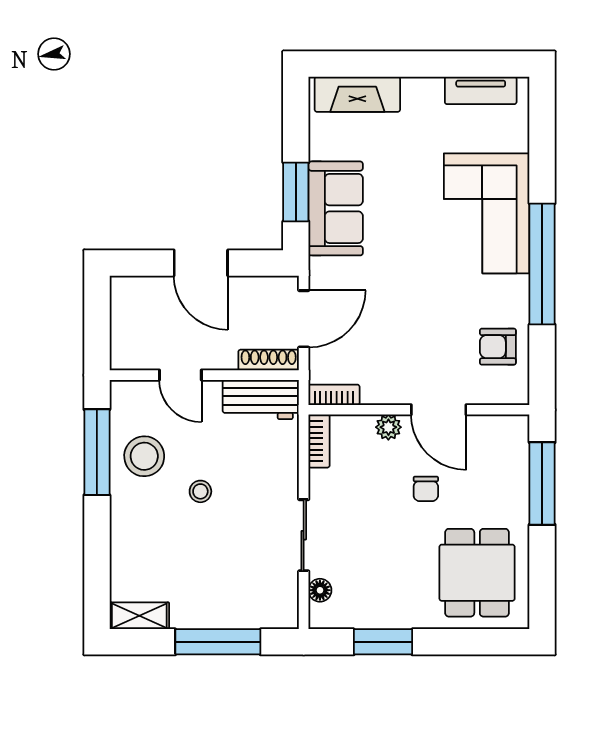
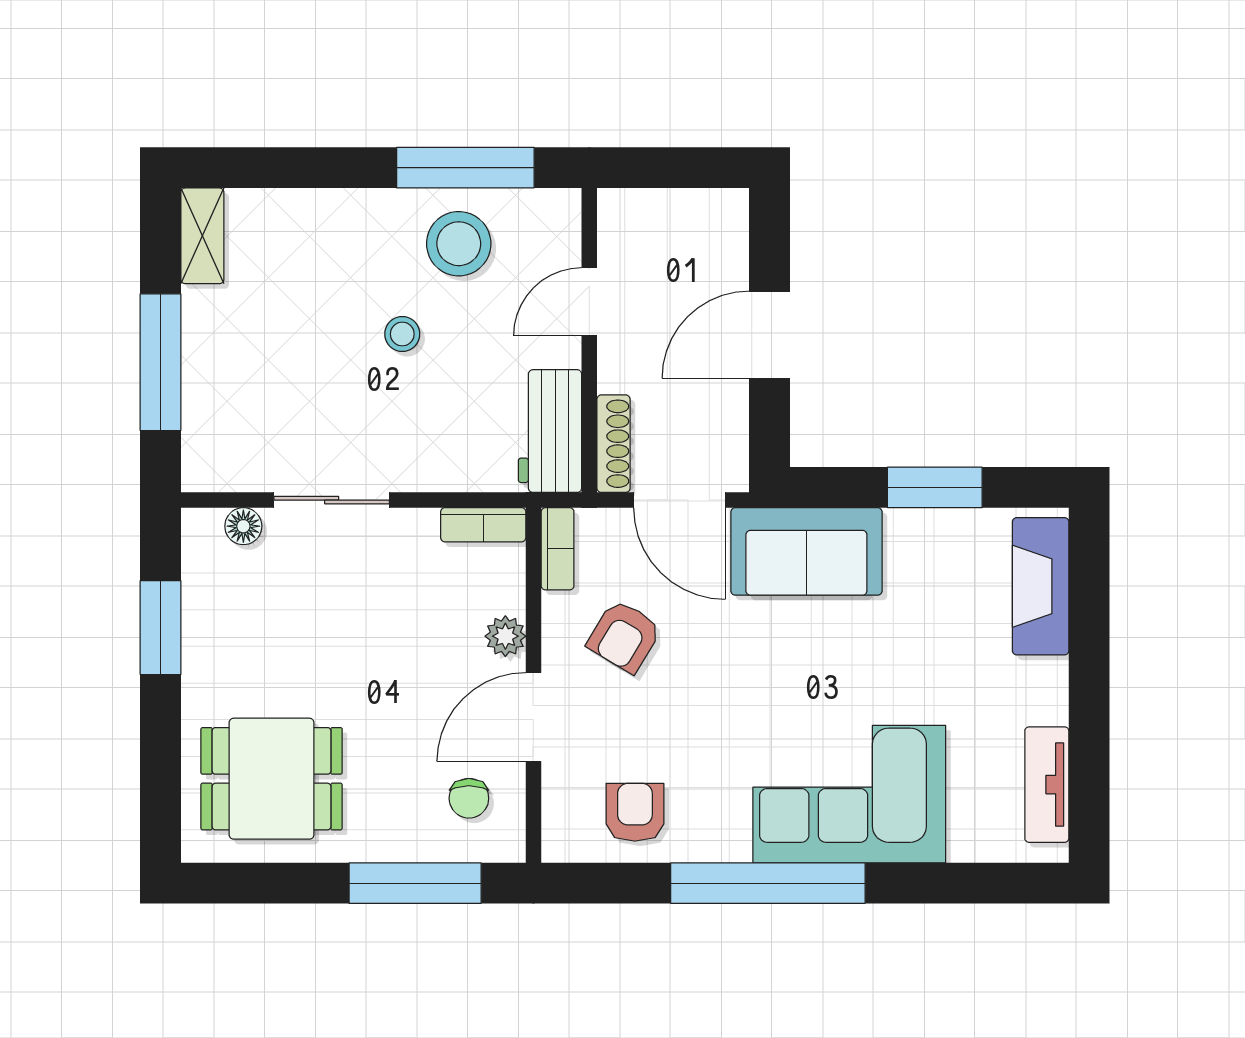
window: (296, 192) -> (935, 487), moved
sofa: (336, 208) -> (806, 551), moved
armchair: (388, 353) -> (624, 636), added
chair: (426, 489) -> (469, 798), moved, turned -90

